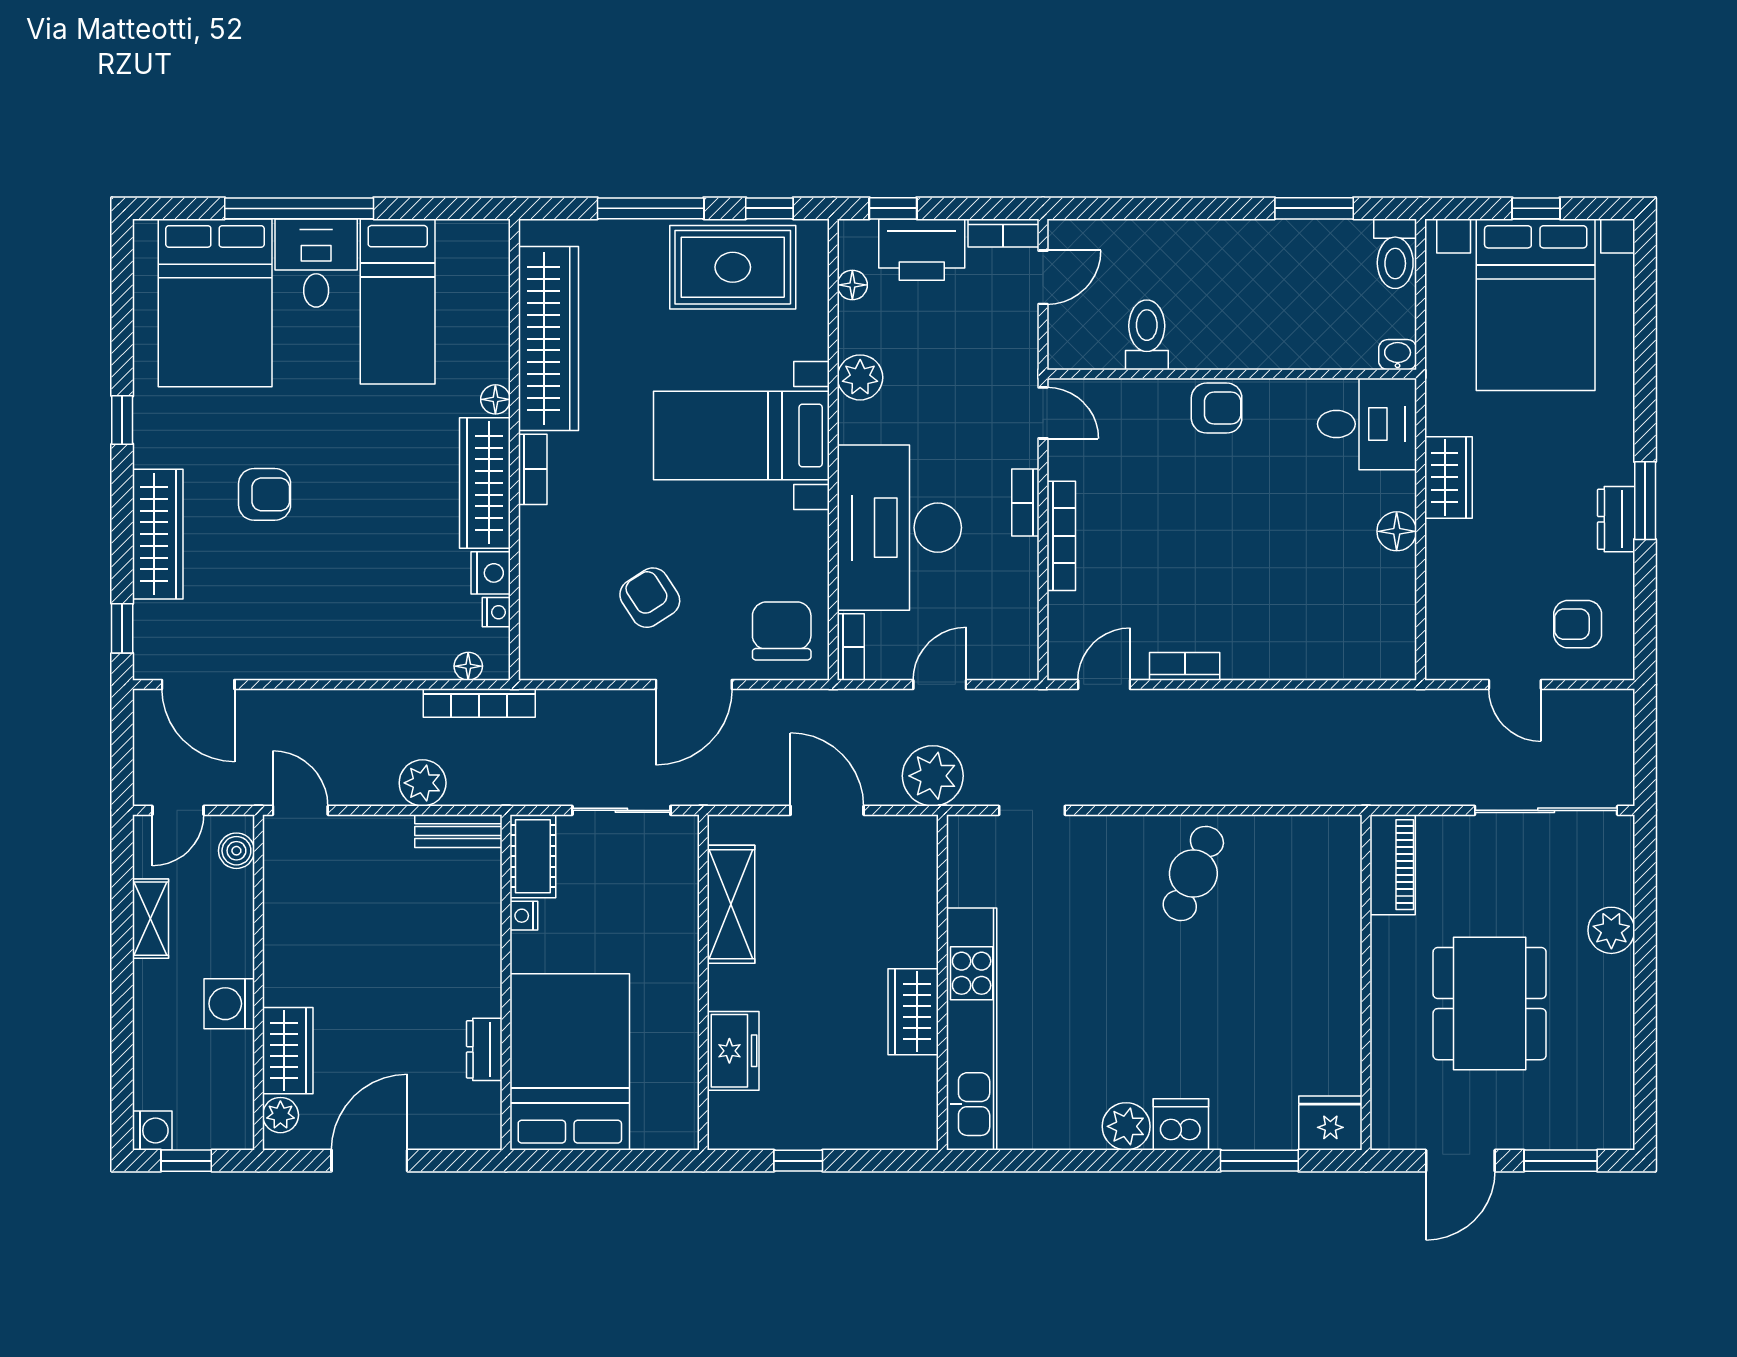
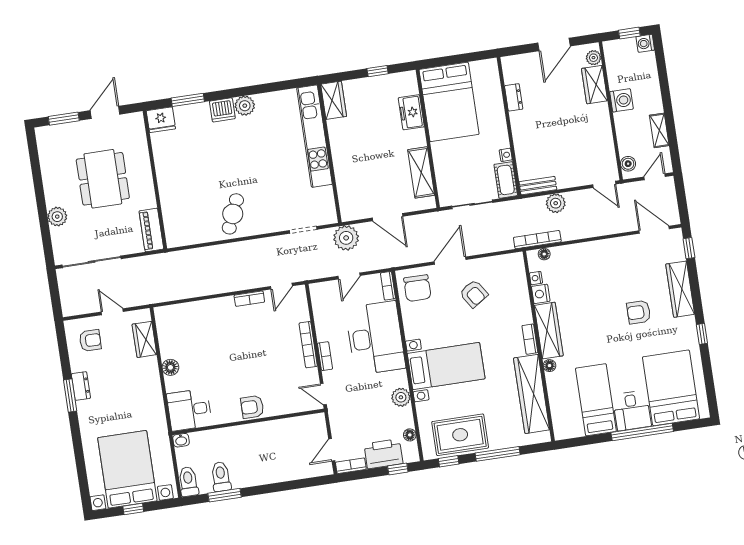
toilet: (1147, 335) -> (221, 477), moved, turned 180
wardrobe: (1448, 477) -> (144, 339), moved
wardrobe: (913, 1012) -> (334, 100), moved
bed: (570, 1062) -> (449, 102), moved

